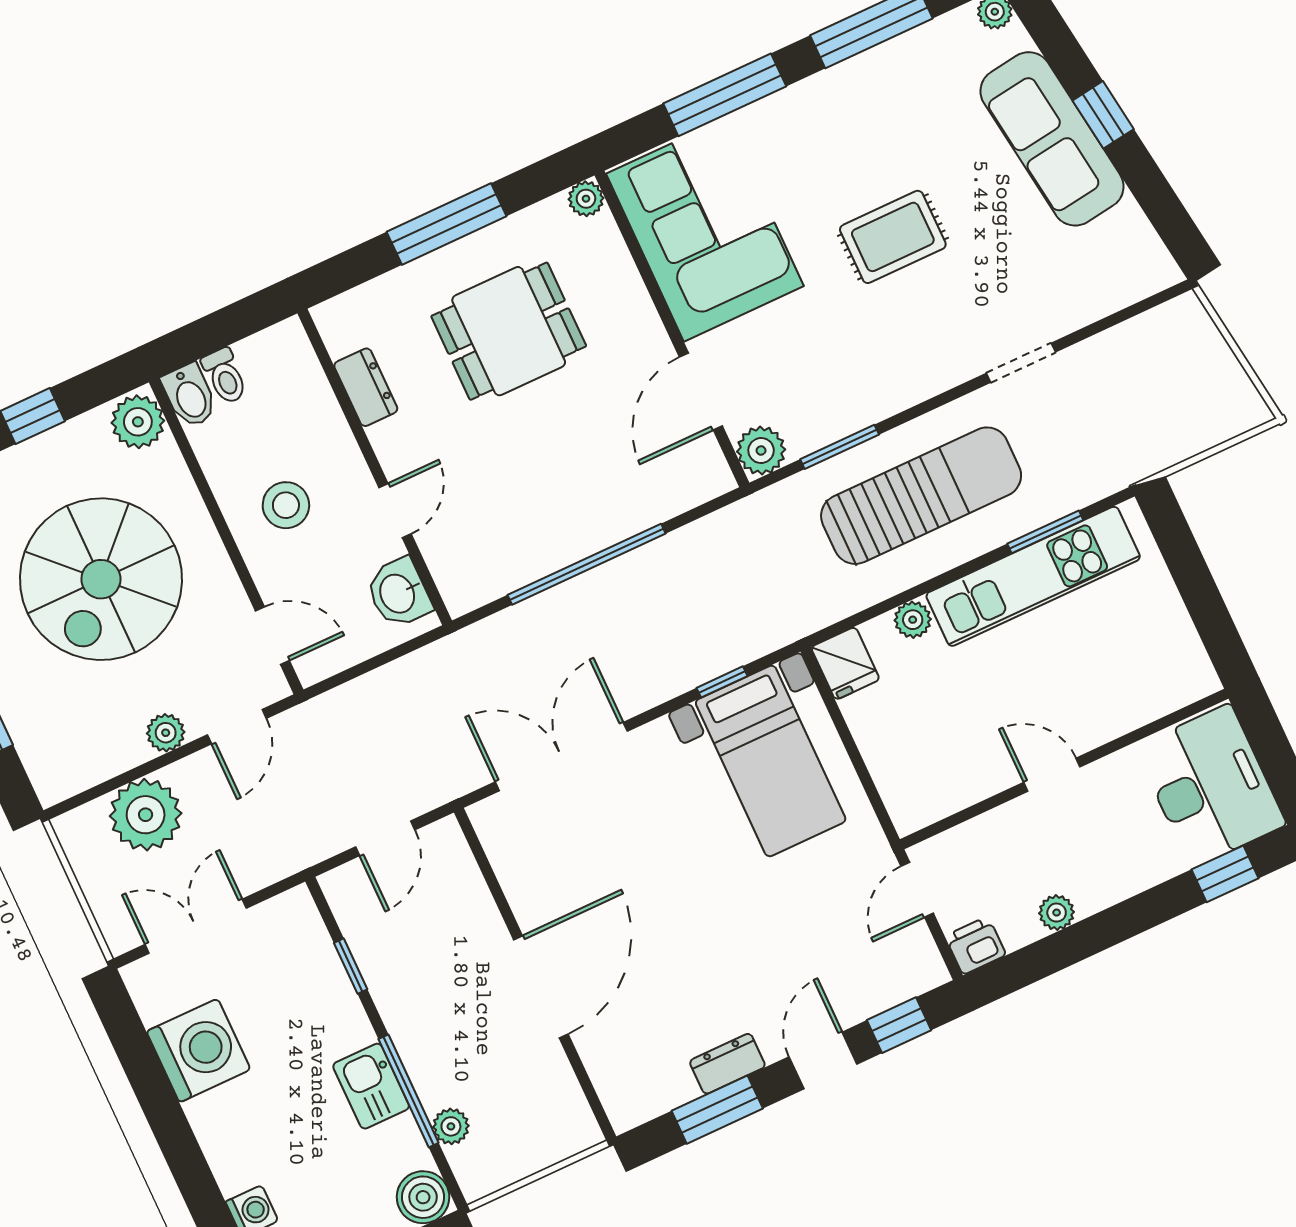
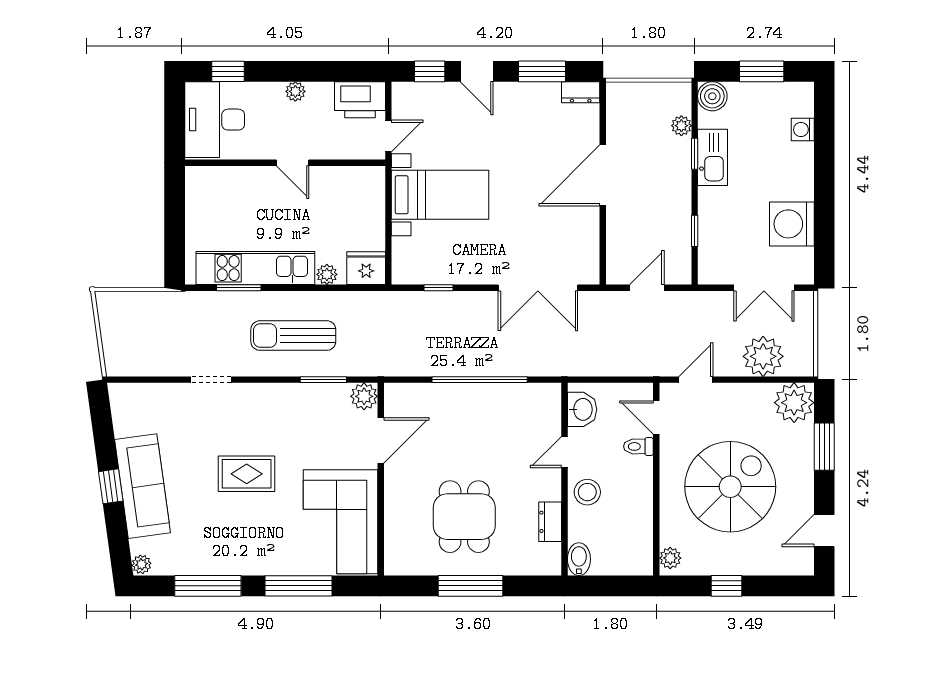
plant: (586, 199) -> (394, 566), removed
dining table: (509, 331) -> (464, 517), turned 90
toilet: (225, 376) -> (638, 446), moved, turned -90
bidet: (190, 396) -> (579, 559), moved
plant: (138, 422) -> (670, 558), width x0.73, depth x0.73
sun lounger: (921, 496) -> (293, 336), width x0.73, depth x0.75
stool: (286, 505) -> (587, 492), moved
fridge: (845, 663) -> (366, 268), width x1.38
plant: (166, 733) -> (794, 403), moved, width x1.88, depth x1.88
bed with nightstands: (771, 761) -> (440, 195), moved, turned 90
plant: (1057, 913) -> (295, 91), moved
printer: (976, 945) -> (360, 100), width x1.87, depth x1.48
door: (823, 1060) -> (477, 71), hinge flipped
dresser: (727, 1064) -> (581, 92), moved
kitchen sink: (371, 1086) -> (712, 157), width x1.38
window: (409, 1091) -> (695, 154), width x0.46

